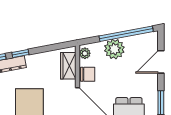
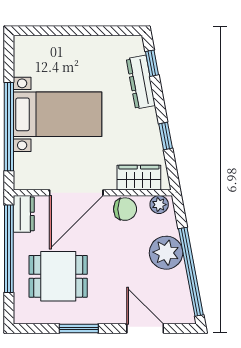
window: (20, 53) -> (166, 136), moved
chair: (88, 74) -> (125, 209), turned -90

